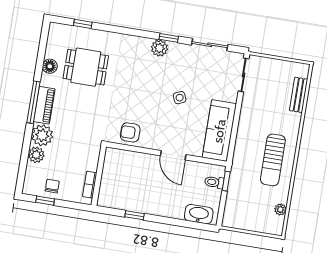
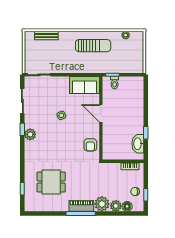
floor lamp: (50, 66) -> (127, 206), moved
dining table: (86, 67) -> (51, 182), turned 90
sofa: (219, 131) -> (84, 85), width x0.73
door: (173, 155) -> (101, 113), swing flipped
washbasin: (199, 214) -> (138, 144), moved

